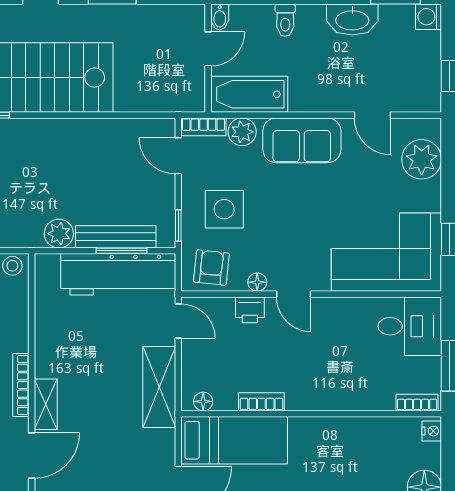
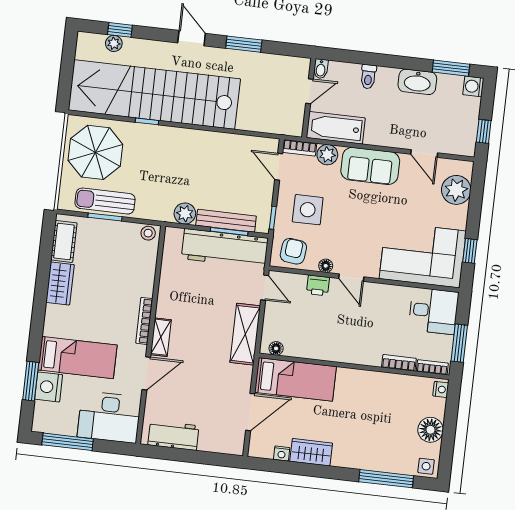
bookcase: (261, 402) -> (399, 363), moved

